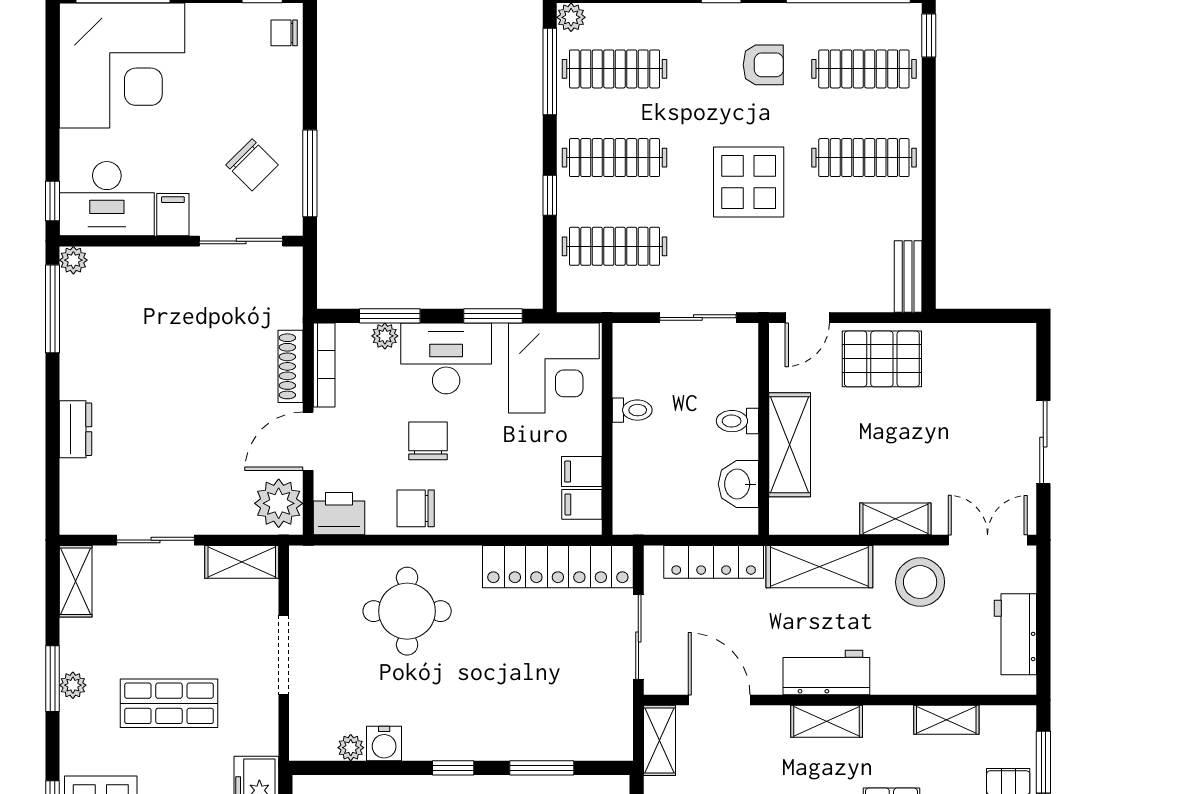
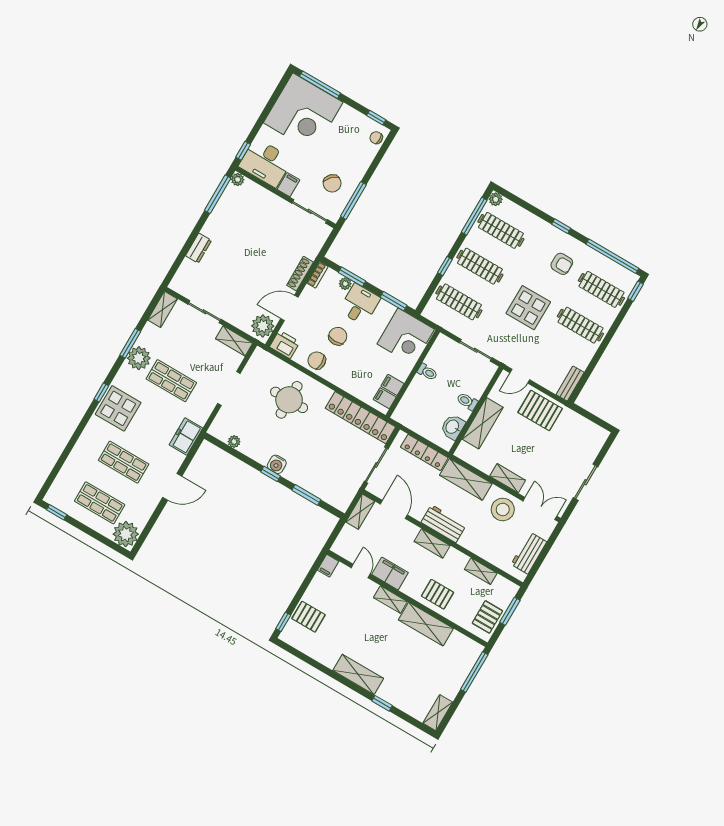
desk: (446, 358) -> (360, 304), width x0.73
bookcase: (324, 365) -> (317, 275), width x0.64
plant: (73, 685) -> (139, 358), width x1.88, depth x1.88
water cooler: (384, 743) -> (277, 464), moved

